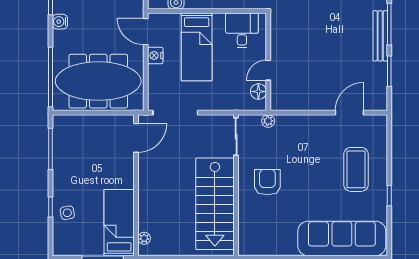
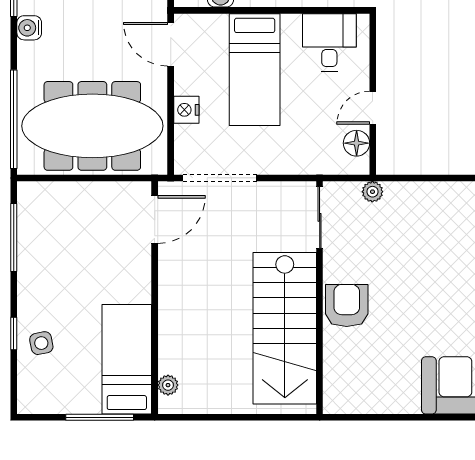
nightstand: (155, 55) -> (186, 110), moved
armchair: (267, 182) -> (347, 305), moved

